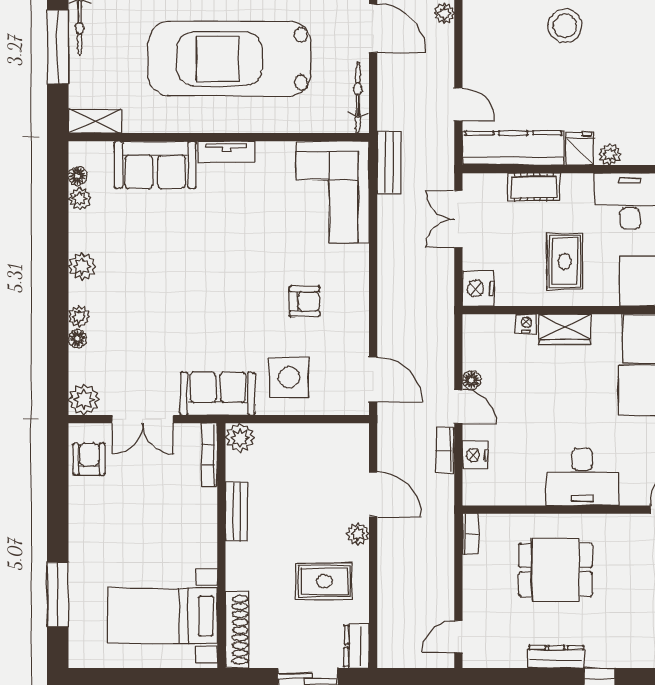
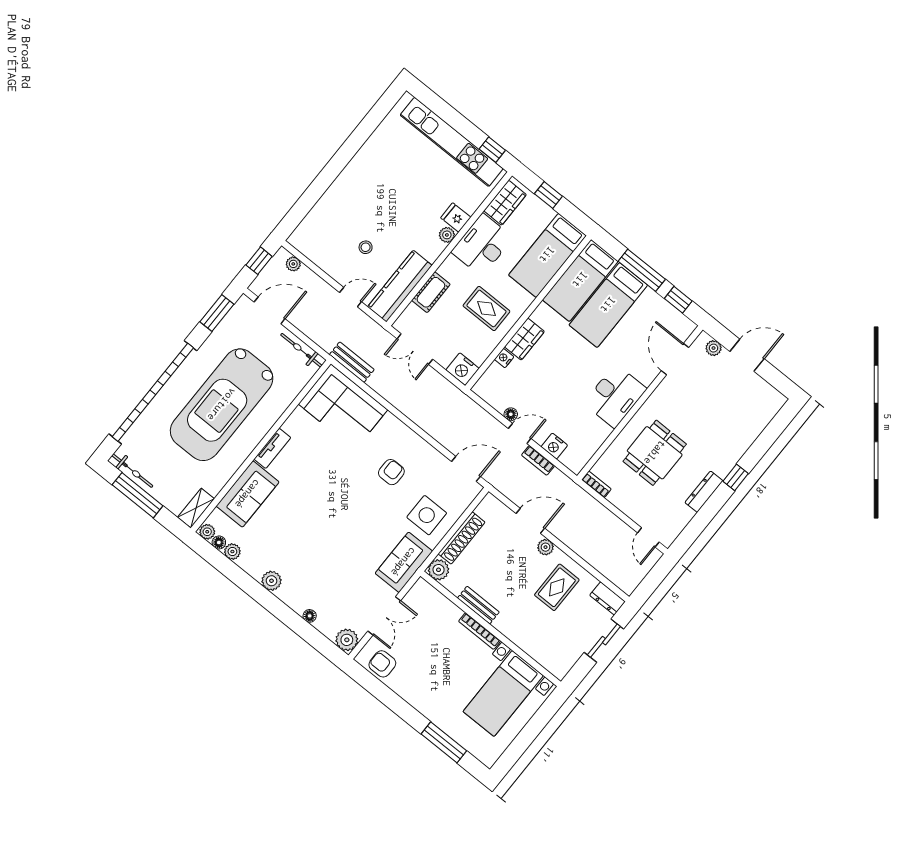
stool: (565, 26) -> (366, 247), moved, width x0.53, depth x0.53
fridge: (580, 149) -> (456, 218), moved
plant: (79, 317) -> (207, 532), moved
bookcase: (209, 455) -> (480, 631), moved
shoe rack: (237, 630) -> (462, 538), moved, turned 90

